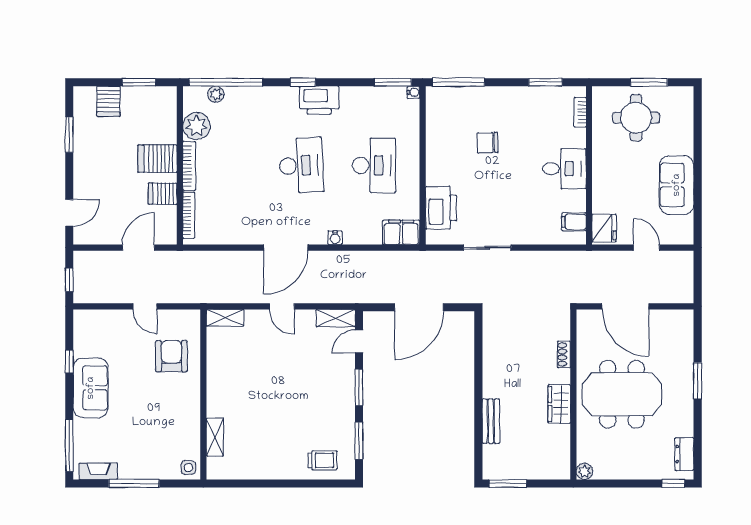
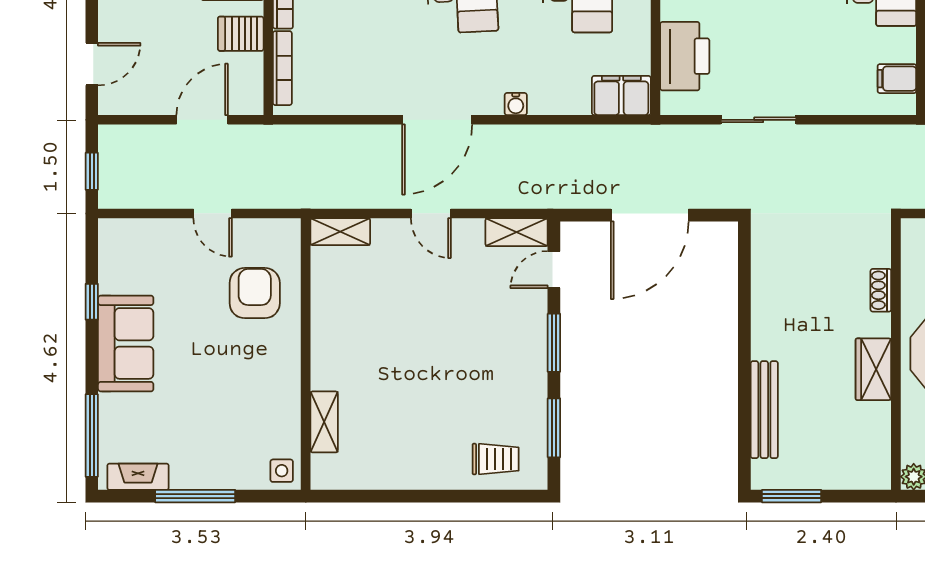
bench: (491, 421) -> (764, 410), width x1.36

